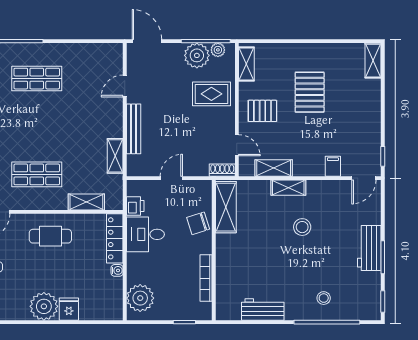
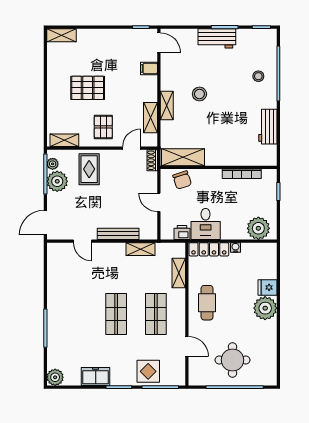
shop shelf: (37, 79) -> (116, 314), moved
chair: (198, 223) -> (182, 180), moved

